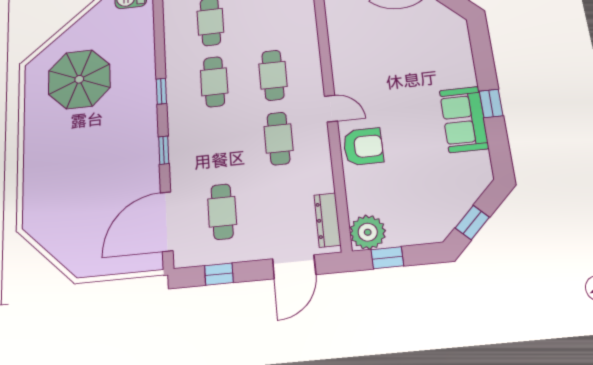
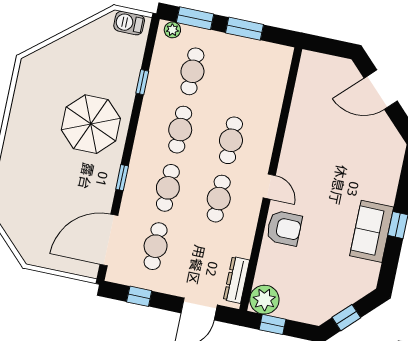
parasol: (79, 79) -> (91, 124), moved
window: (161, 91) -> (142, 82), moved
cafe table: (218, 145) -> (168, 188), added

